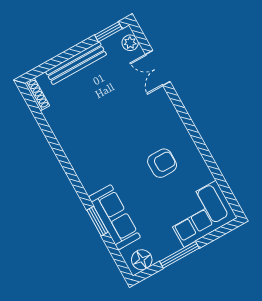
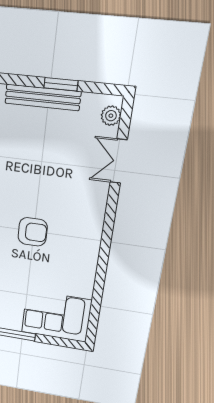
window: (108, 32) -> (61, 84), moved
armchair: (162, 163) -> (33, 232), moved

